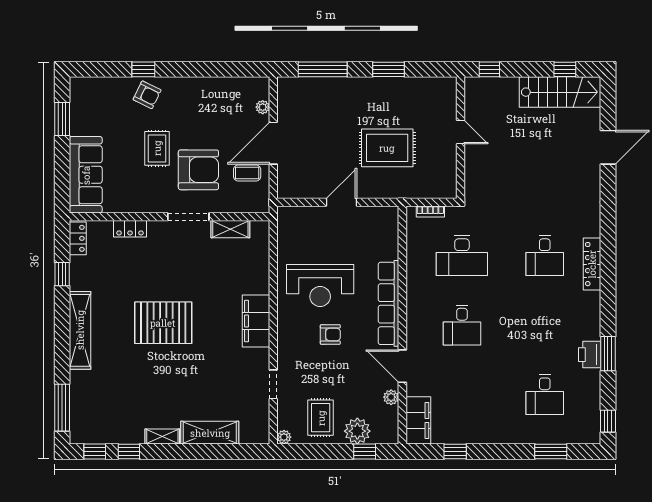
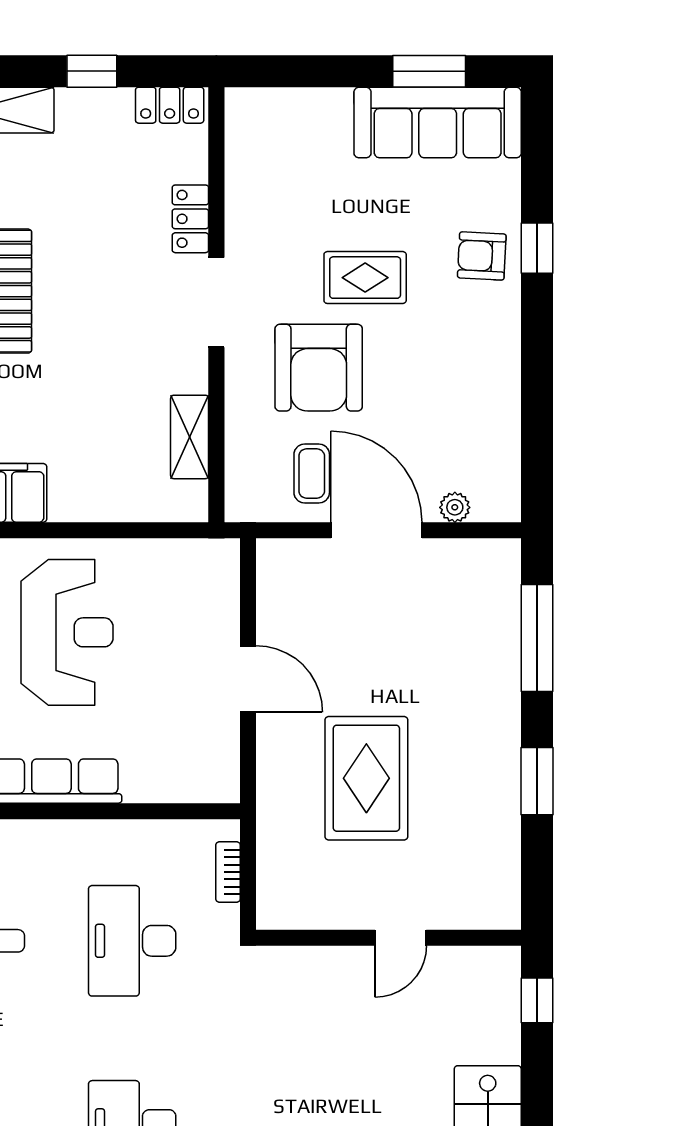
armchair: (147, 95) -> (482, 256), turned 67
sofa: (86, 175) -> (438, 123), moved
doorway: (188, 217) -> (216, 302), moved
reception desk: (320, 286) -> (67, 632), turned 180

